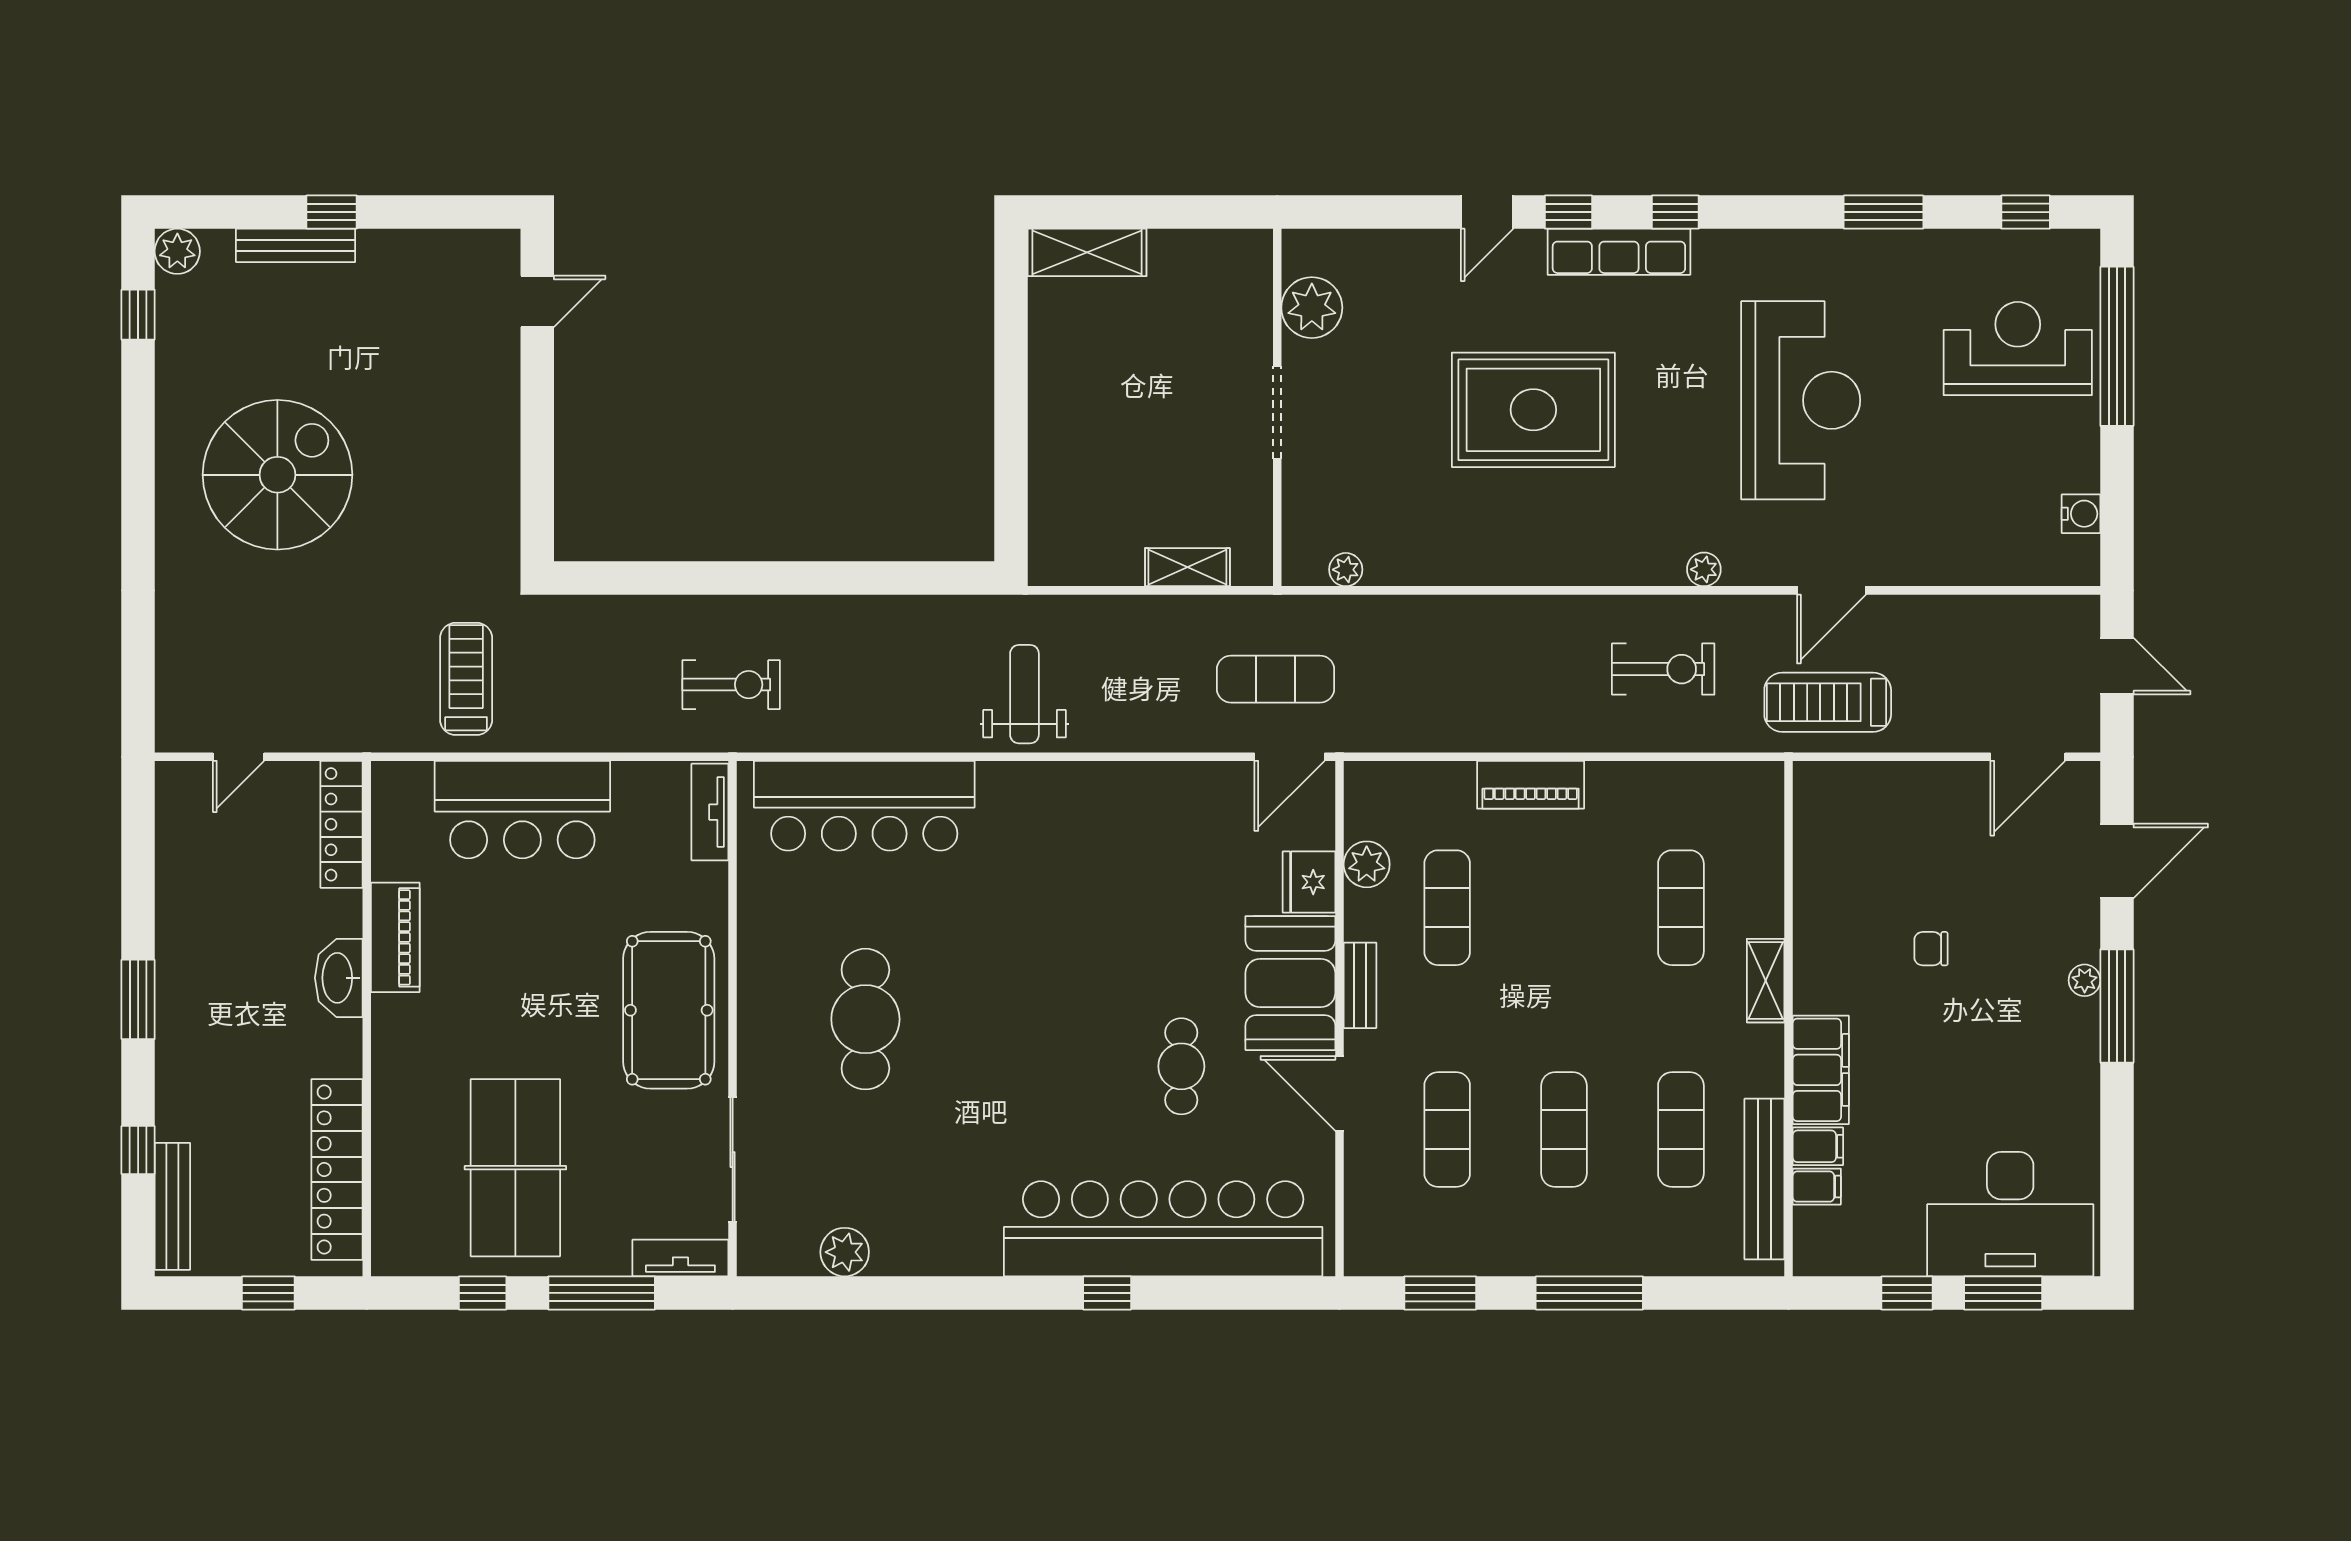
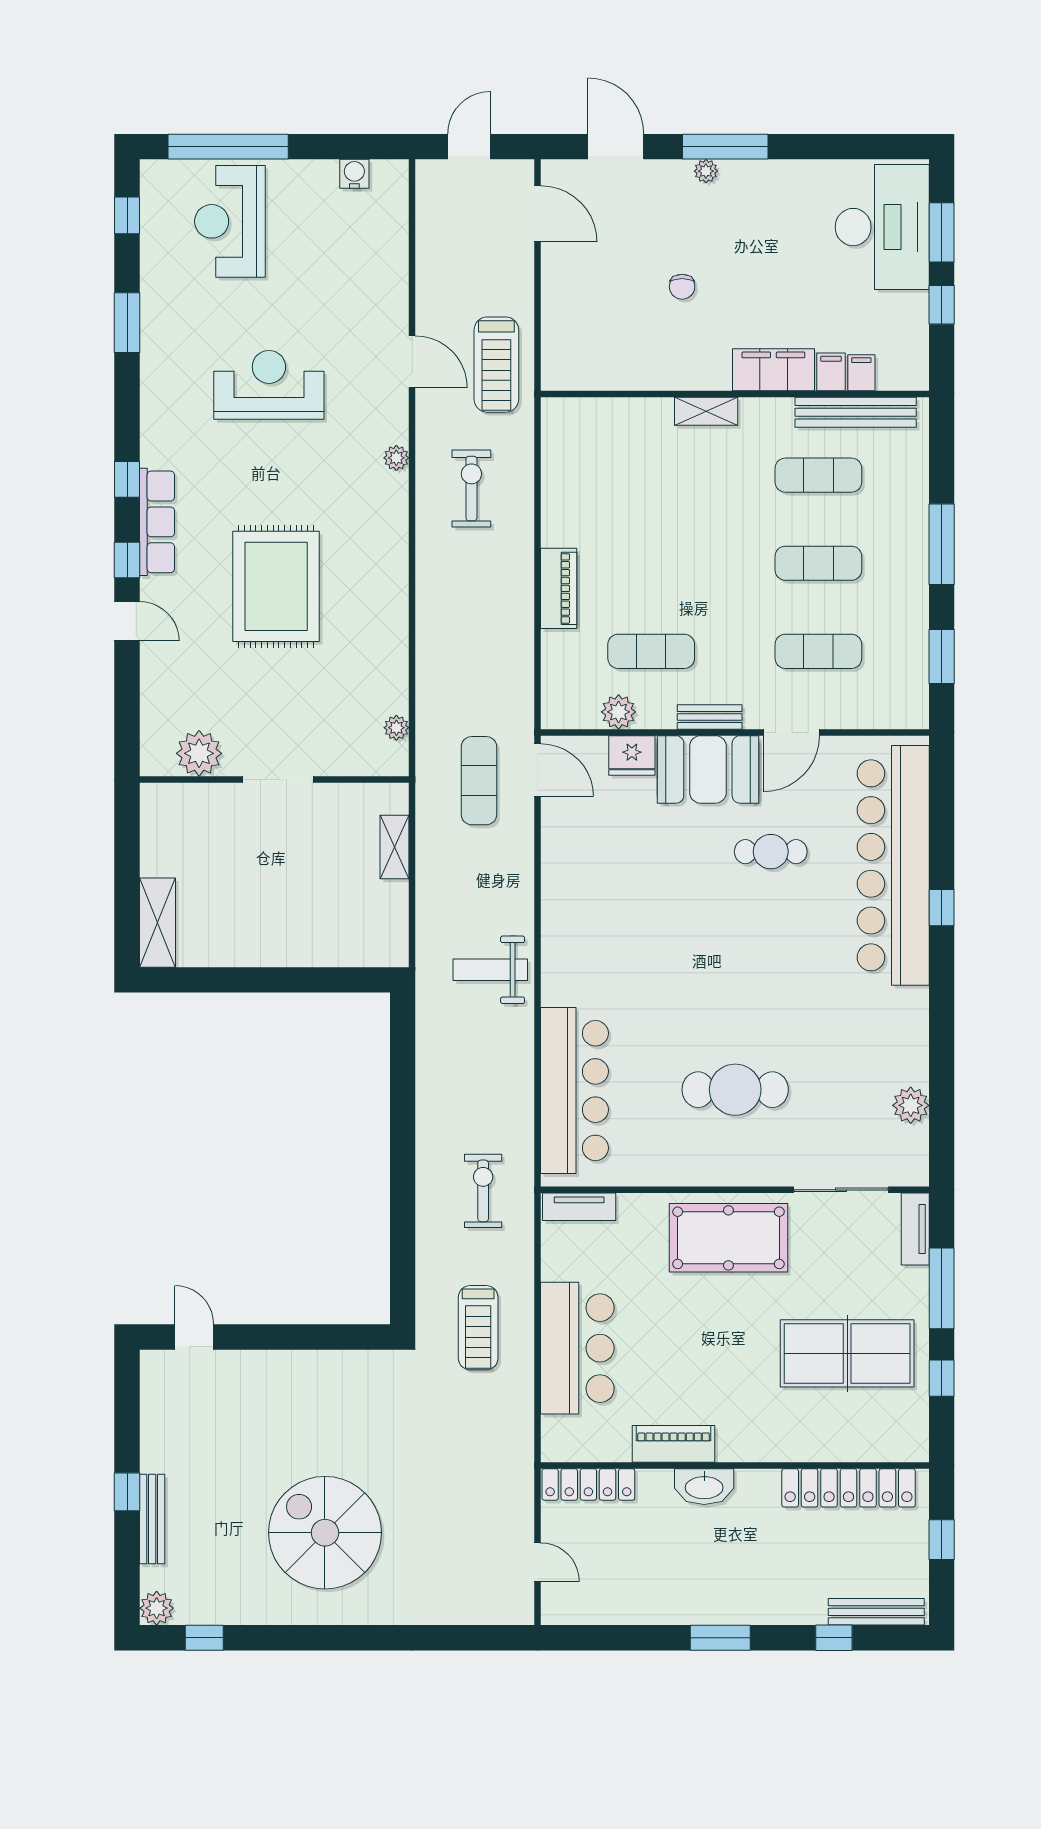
reception desk: (1801, 400) -> (269, 385), width x0.74, depth x0.77
treadmill: (466, 679) -> (478, 1328), moved, turned -90
exercise mat: (1681, 908) -> (651, 475), removed

